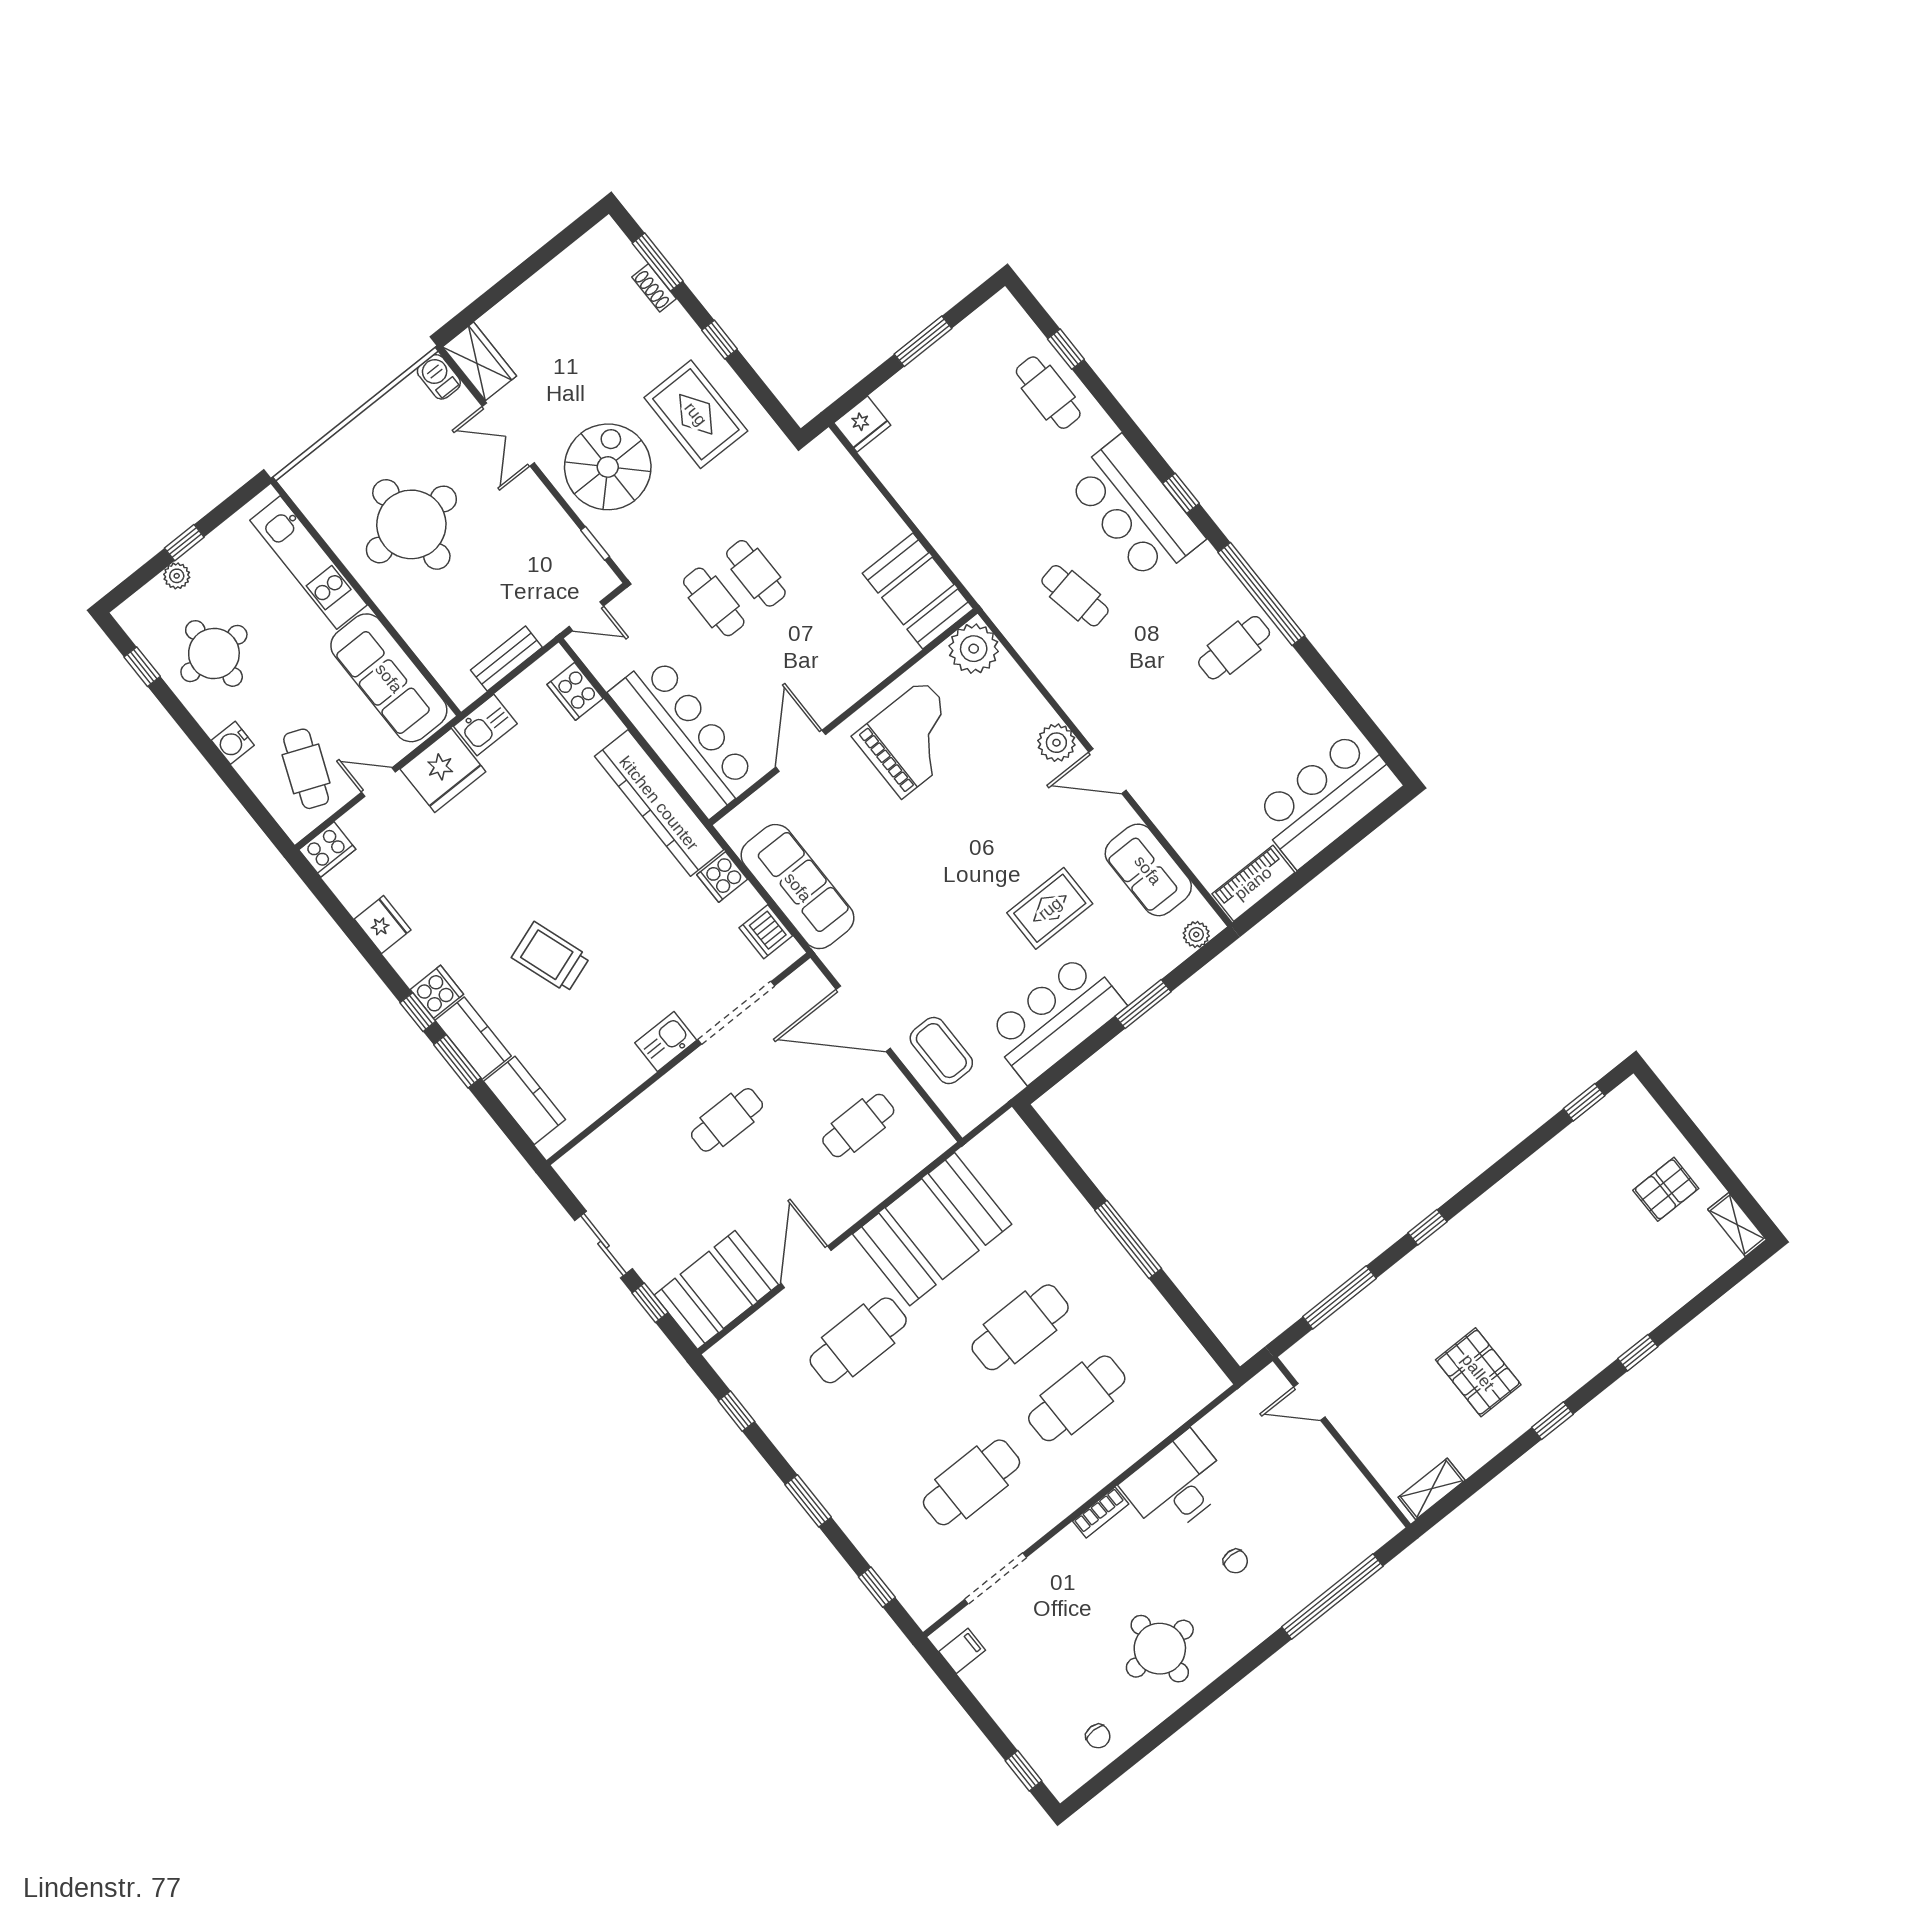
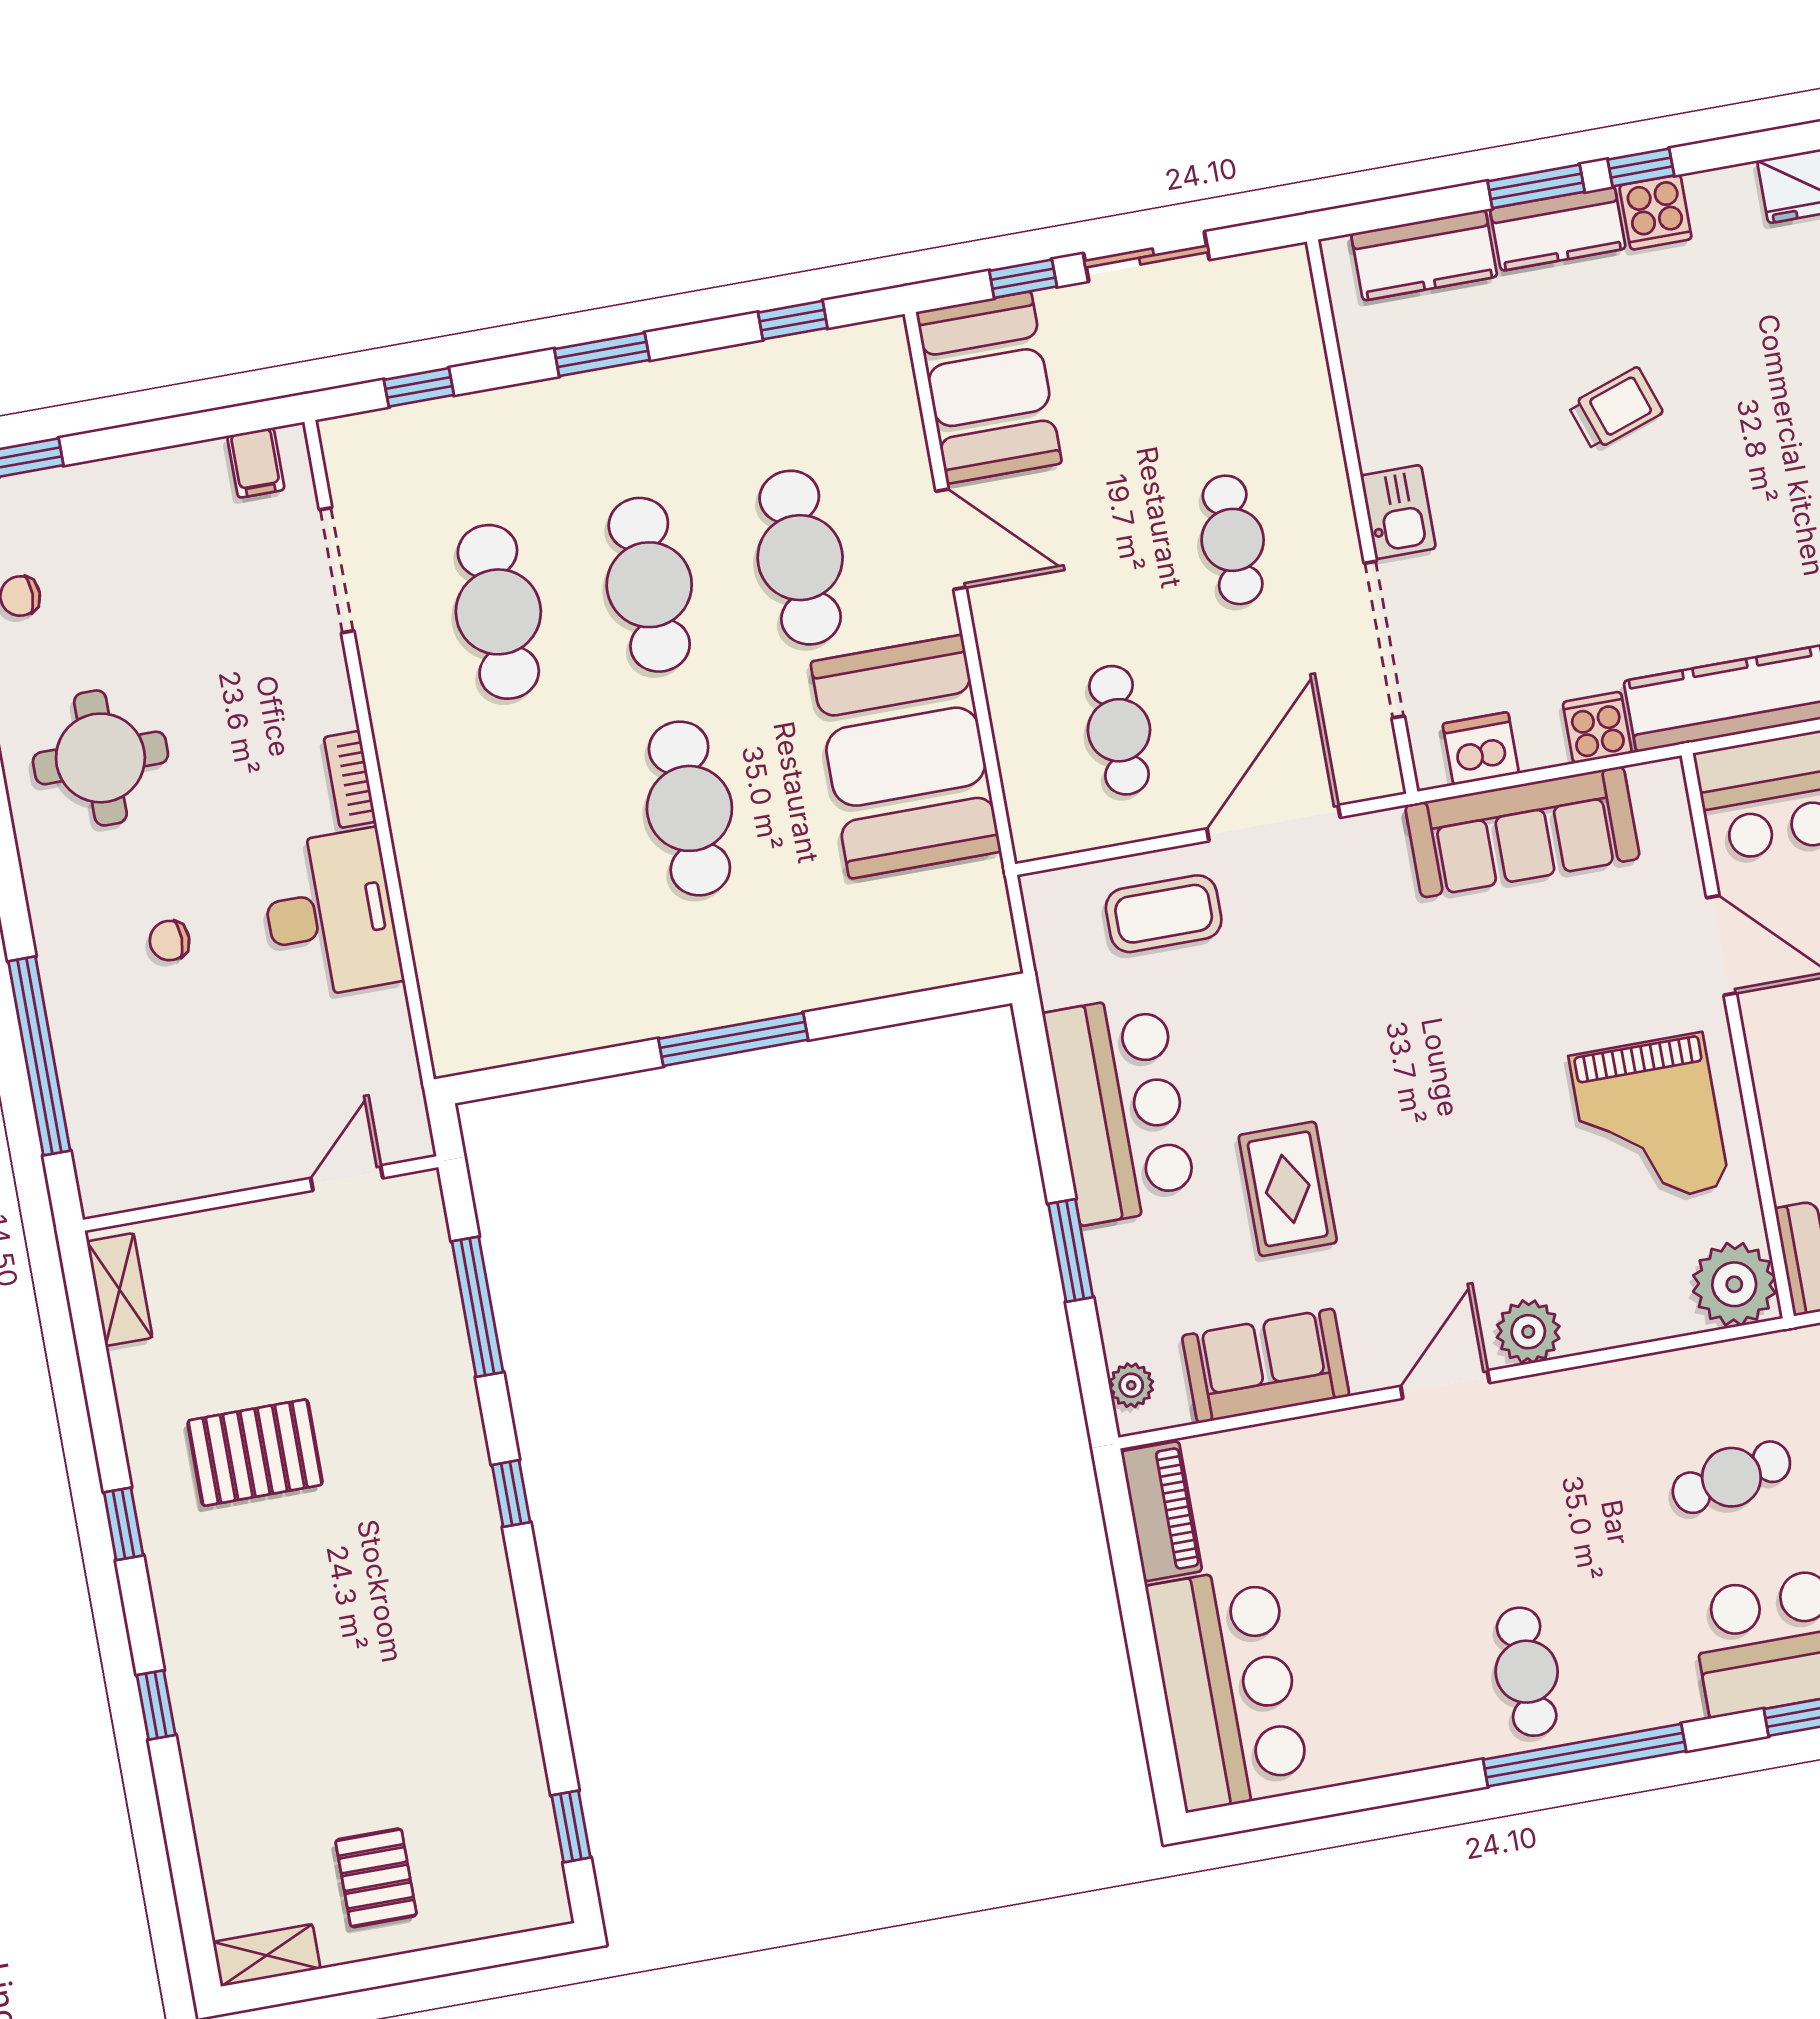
trolley: (551, 957) -> (1616, 409), width x0.73, depth x0.72
cafe table: (1077, 1398) -> (649, 585), moved

